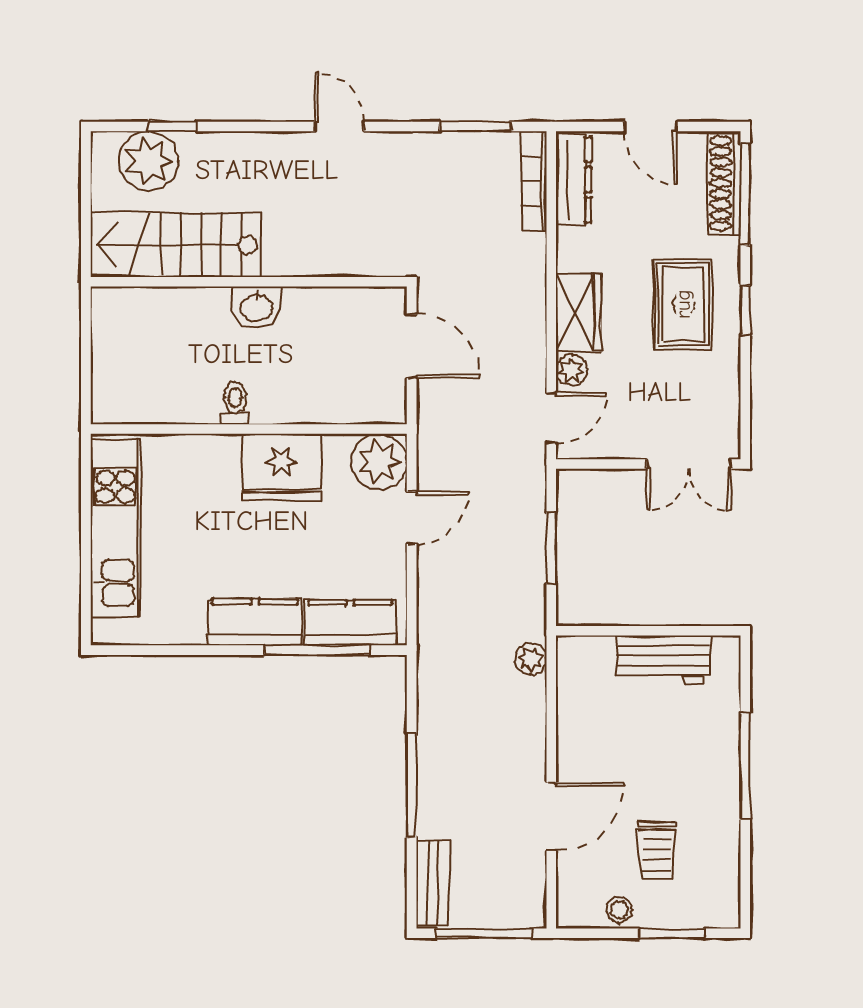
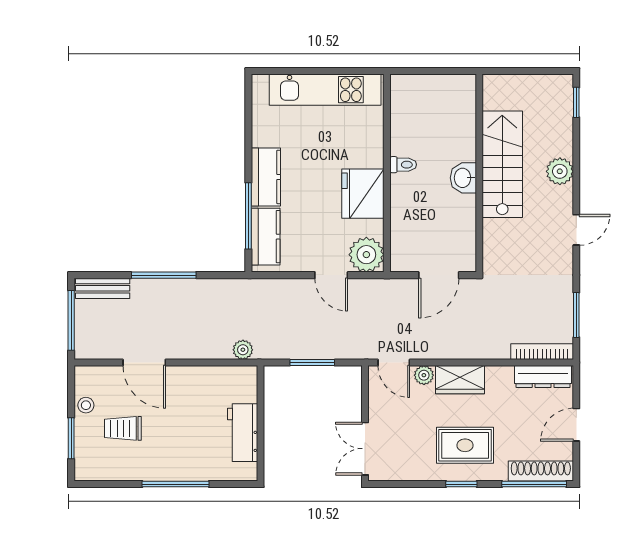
window: (172, 127) -> (576, 102), moved
plant: (149, 161) -> (560, 171), moved, width x0.73, depth x0.73
stairs: (176, 245) -> (502, 164), moved

